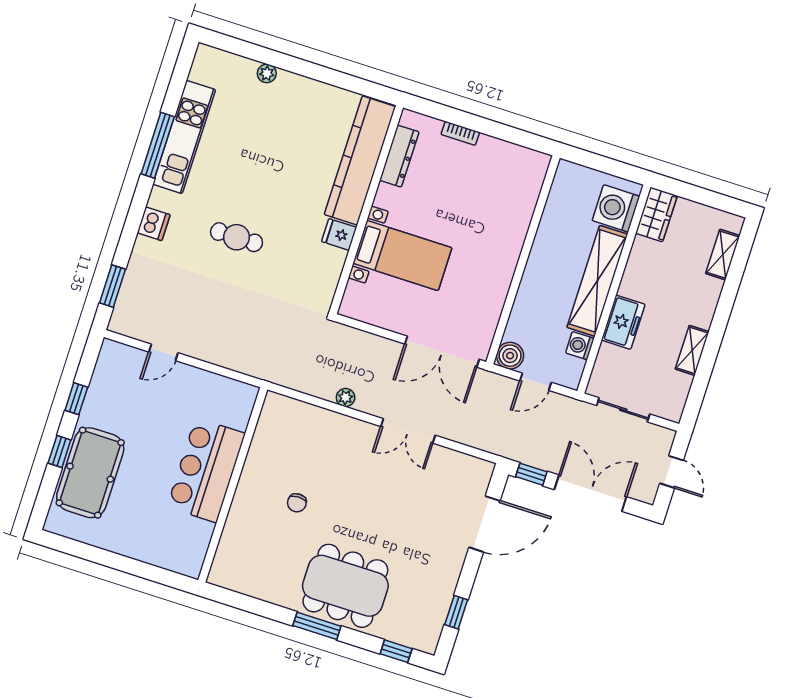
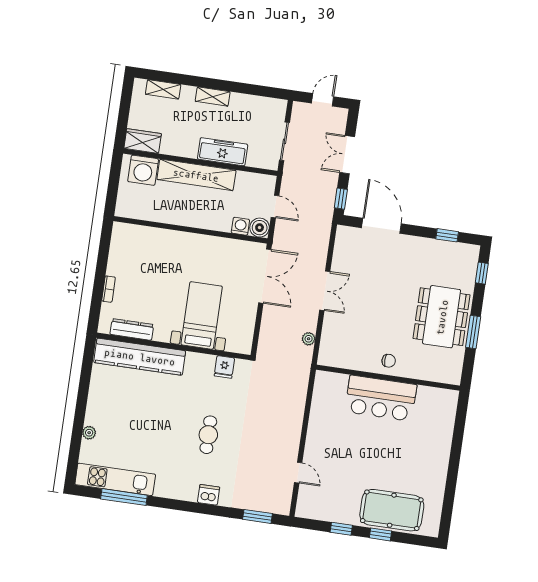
kitchen unit: (184, 137) -> (115, 479), moved
window: (158, 145) -> (124, 497), moved
fridge: (339, 234) -> (224, 367), moved
freezer: (623, 322) -> (223, 152), width x1.40
washing machine: (580, 346) -> (240, 226), moved, turned 180
shelving: (692, 350) -> (213, 97), moved
bar counter: (206, 470) -> (381, 398), moved
wall: (233, 485) -> (388, 378), moved
double door: (590, 493) -> (347, 155), width x0.73

